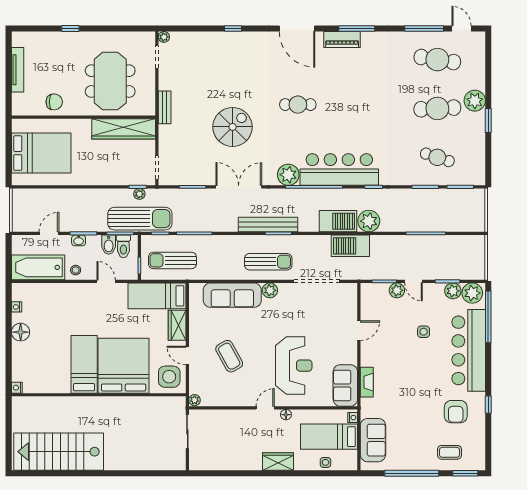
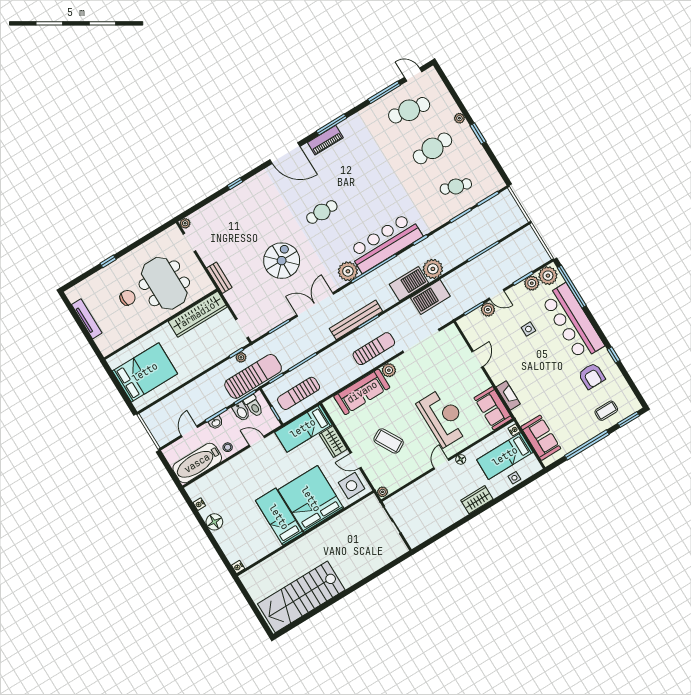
plant: (475, 101) -> (459, 118), width x0.53, depth x0.53
chair: (54, 102) -> (128, 298), moved

